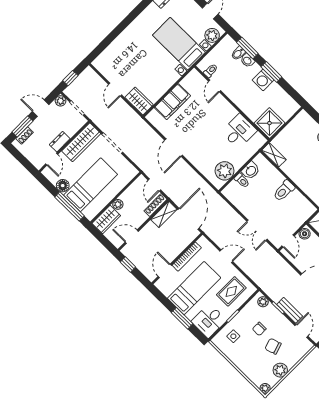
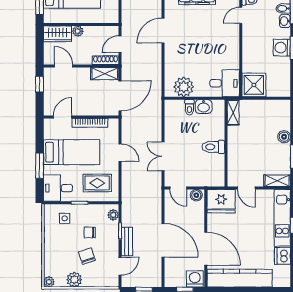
desk: (239, 131) -> (225, 83), moved
door: (288, 241) -> (178, 188), hinge flipped

